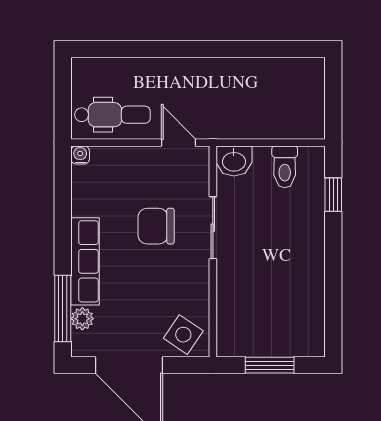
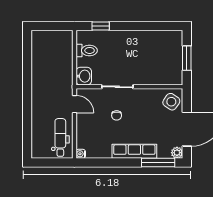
door: (178, 143) -> (74, 104), swing flipped
chair: (156, 226) -> (117, 115), width x0.54, depth x0.54
plant: (82, 319) -> (177, 153), moved

